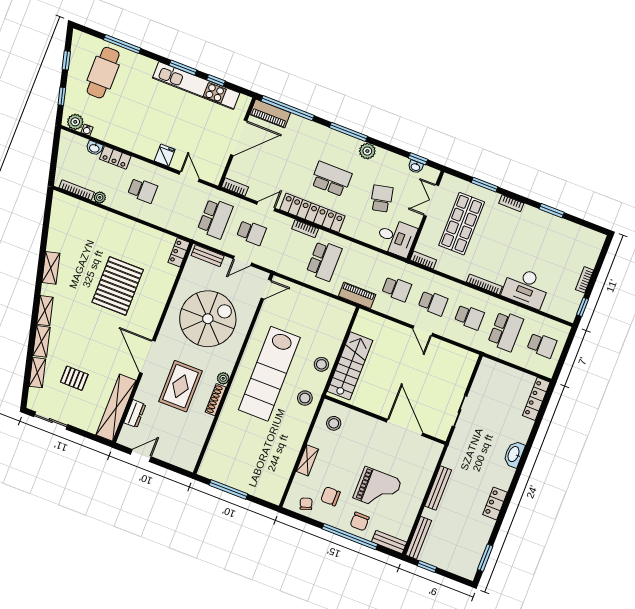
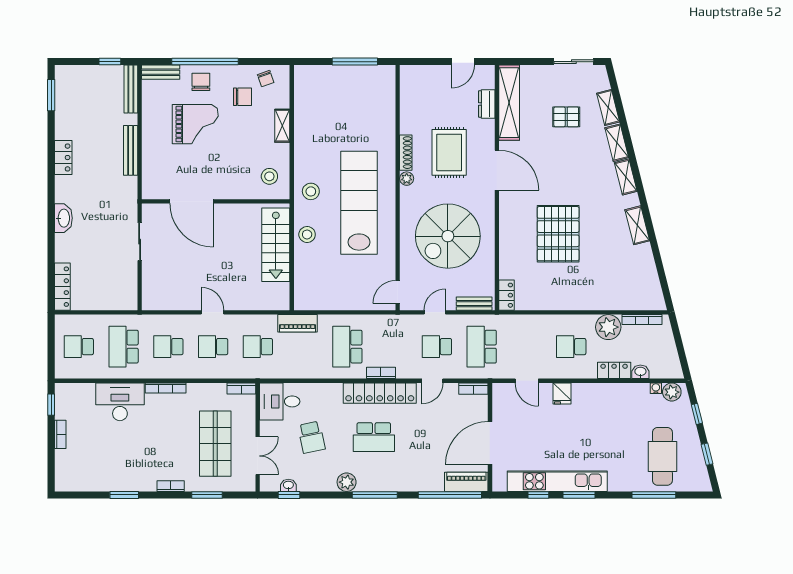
plant: (100, 197) -> (608, 327), width x1.88, depth x1.88
grand piano: (377, 489) -> (195, 124), turned 180

